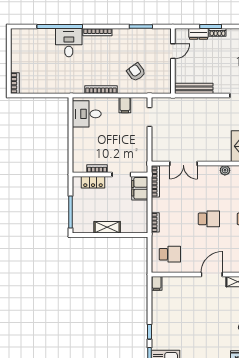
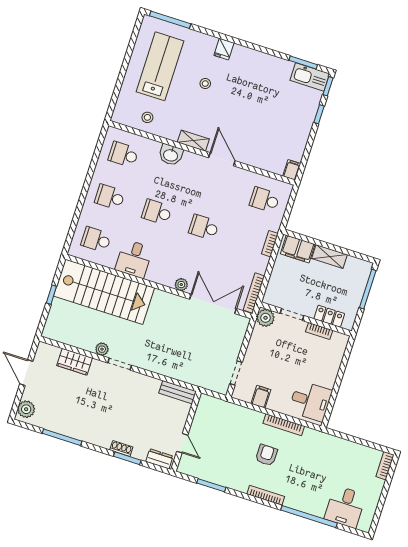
dresser: (199, 34) -> (159, 459), moved
desk: (69, 43) -> (345, 507), moved
door: (173, 51) -> (182, 443), swing flipped
armchair: (136, 72) -> (266, 455), moved, turned -144
bench: (194, 88) -> (178, 392), width x0.73
double door: (183, 163) -> (213, 304), width x1.37
plant: (141, 166) -> (266, 318), added
plant: (225, 170) -> (181, 285), moved
filing cabinet: (140, 188) -> (298, 249), moved, turned 90
door: (212, 274) -> (222, 159), swing flipped

